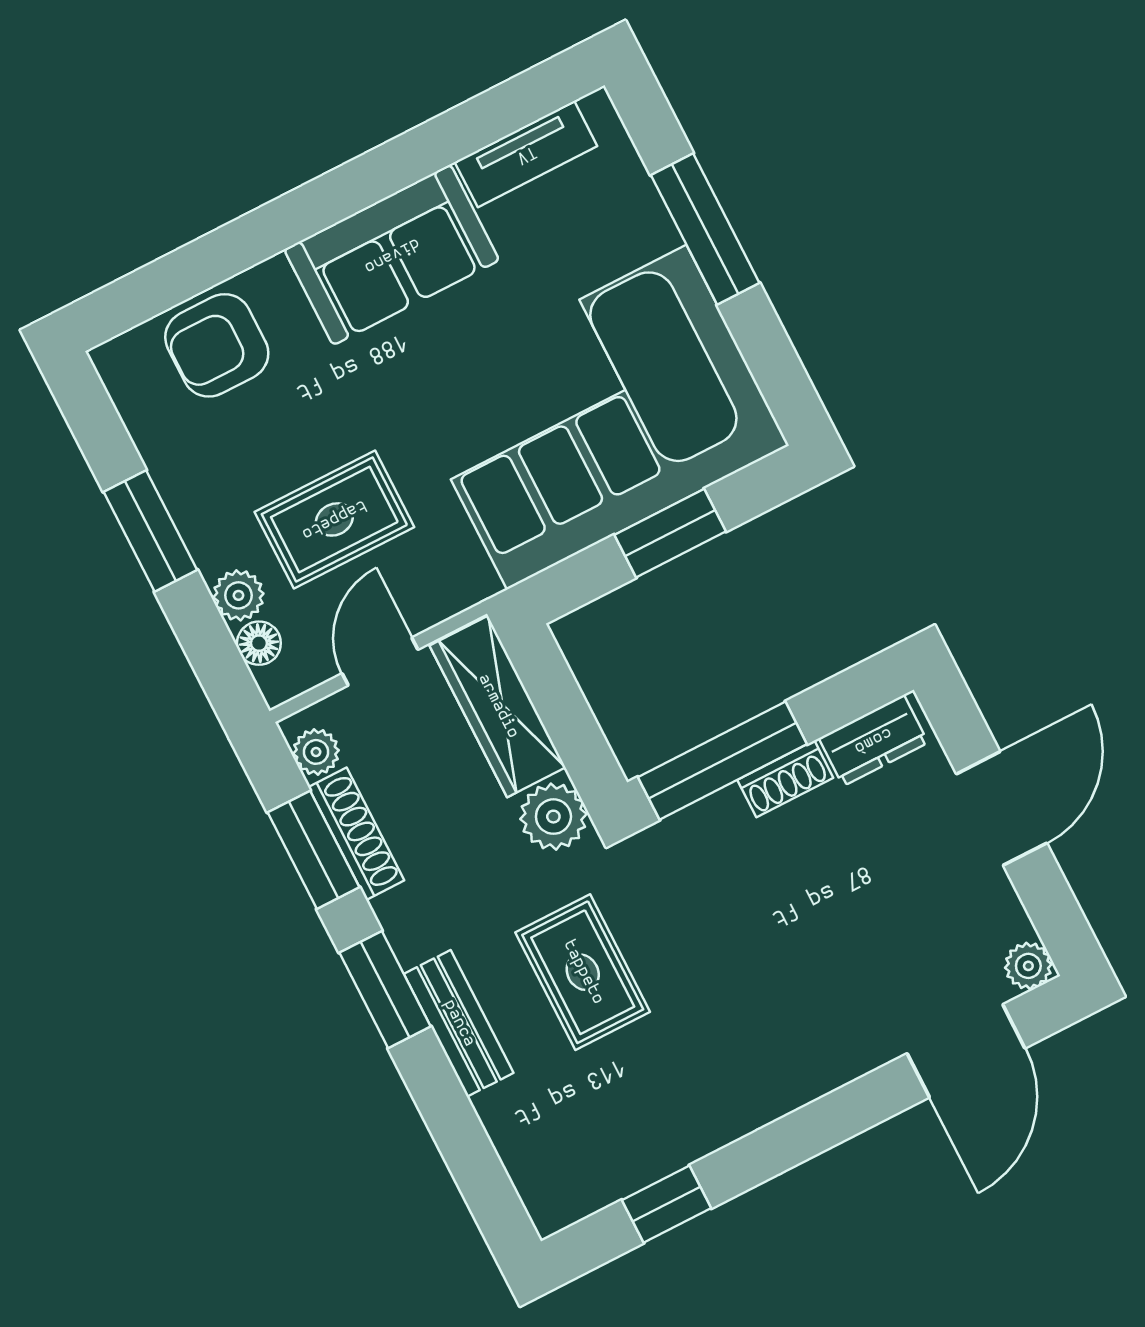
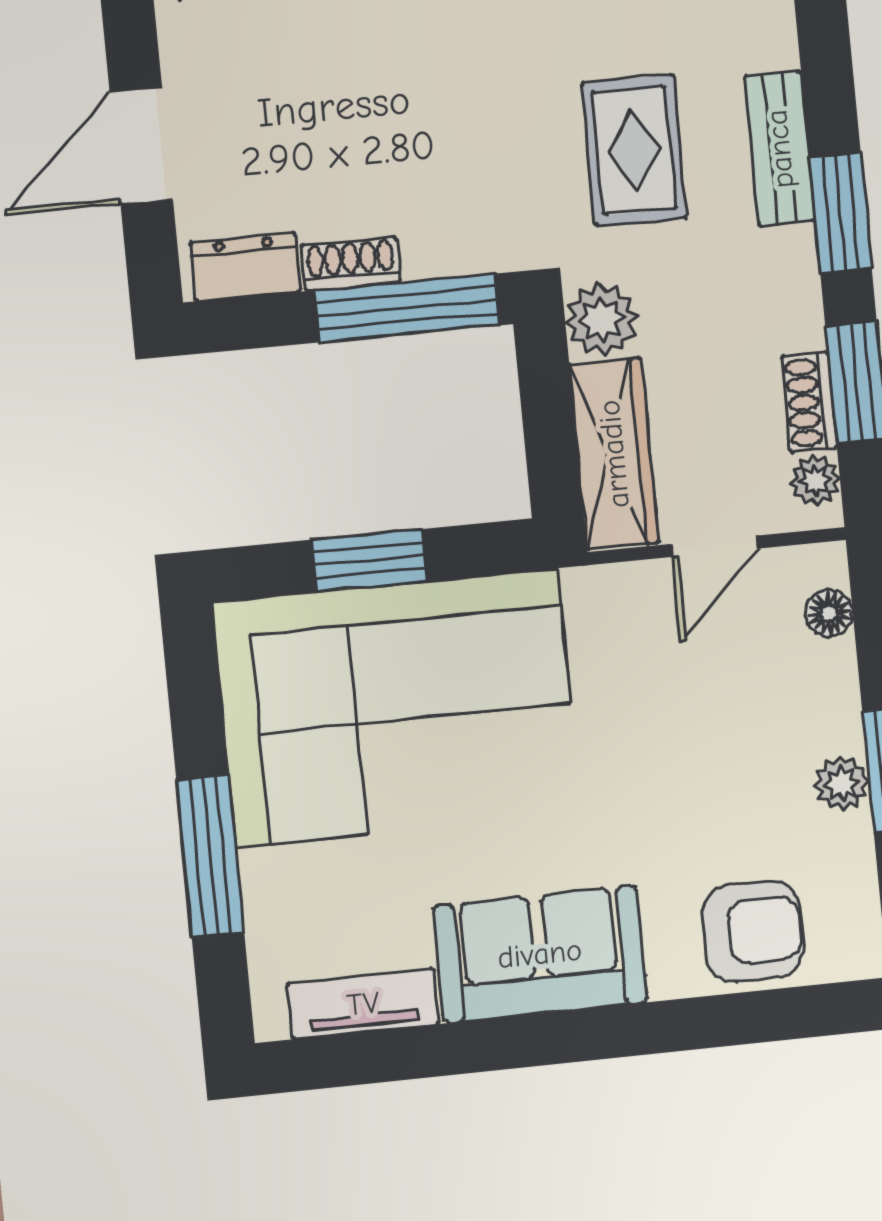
rug: (334, 519) -> (704, 708), removed
plant: (238, 595) -> (842, 784), moved
shoe rack: (356, 834) -> (809, 402), width x0.70

